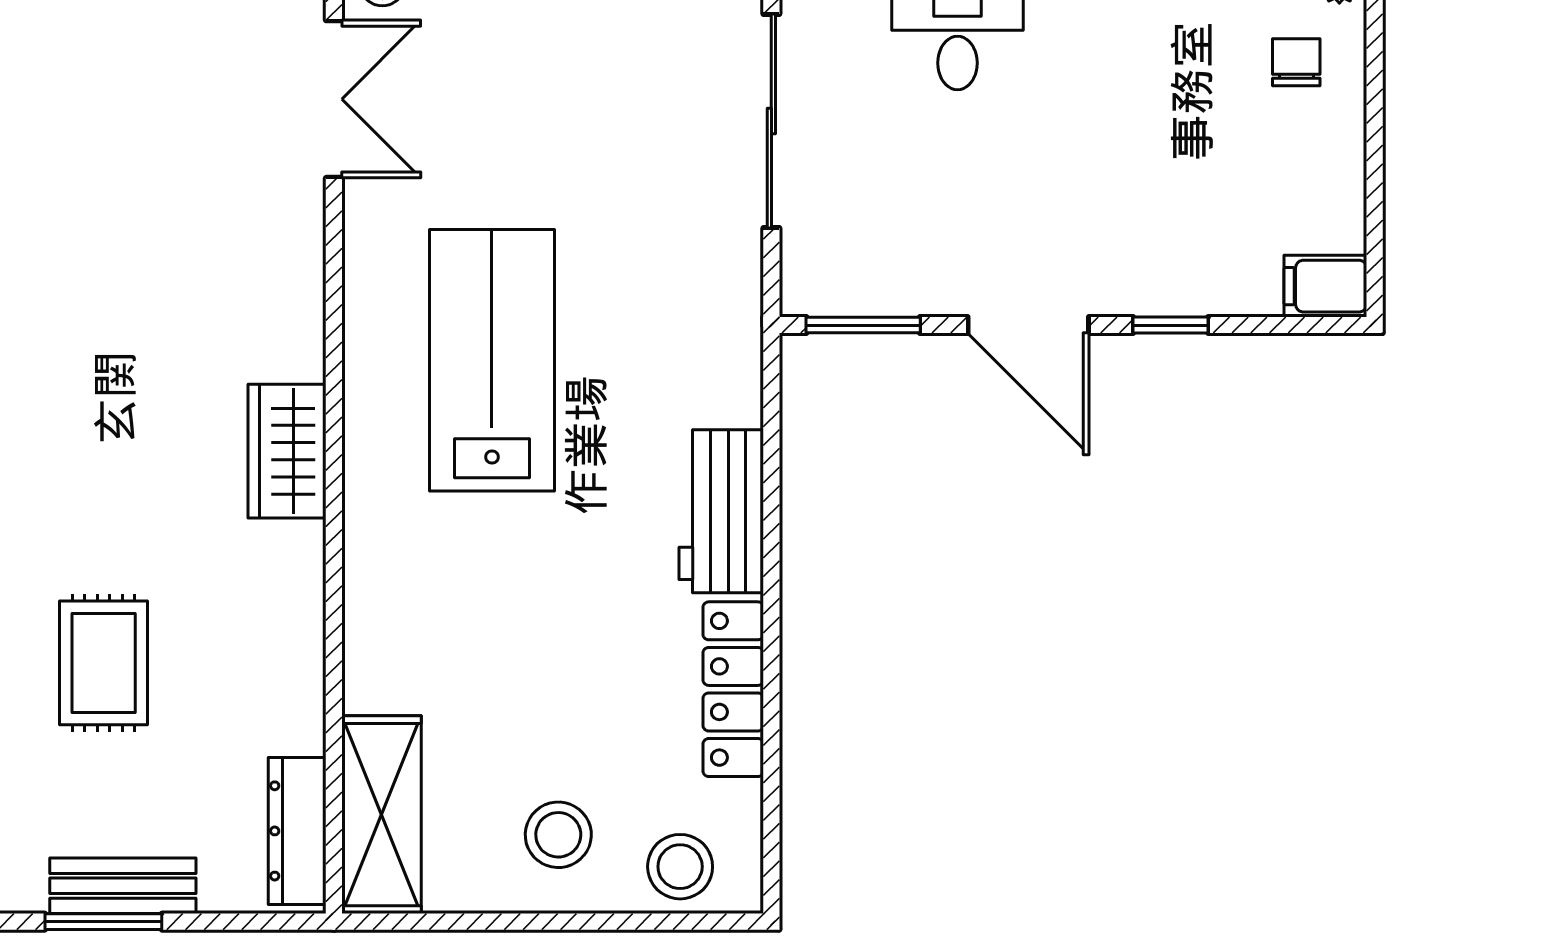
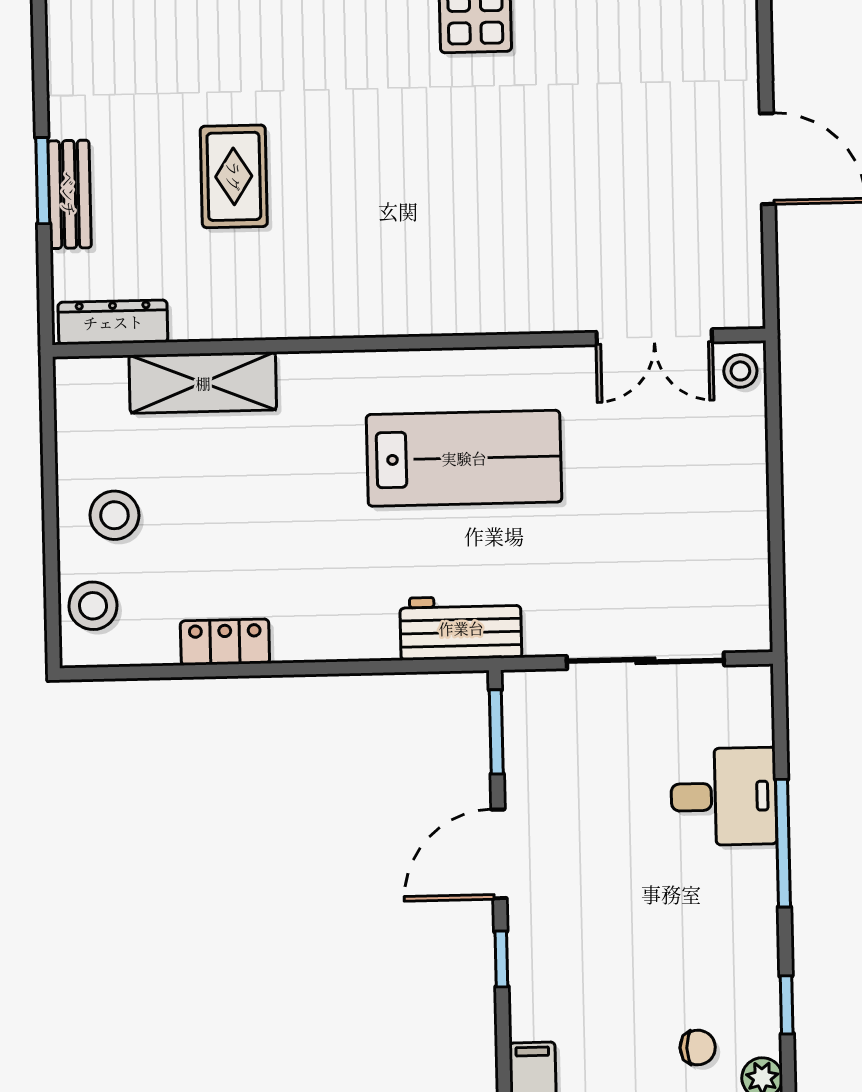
wardrobe: (287, 451) -> (393, 308), removed
workbench: (721, 511) -> (461, 628), moved
rug: (104, 663) -> (234, 176), turned 90
locker: (733, 689) -> (225, 642), width x0.66
shelving: (381, 815) -> (203, 383), moved

